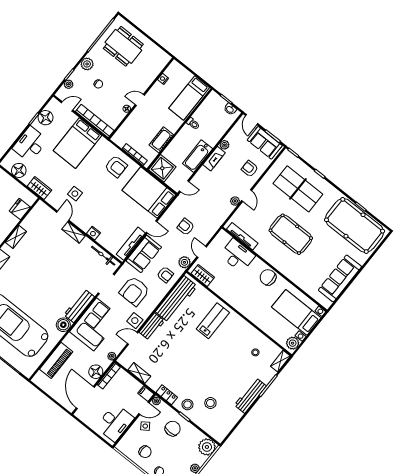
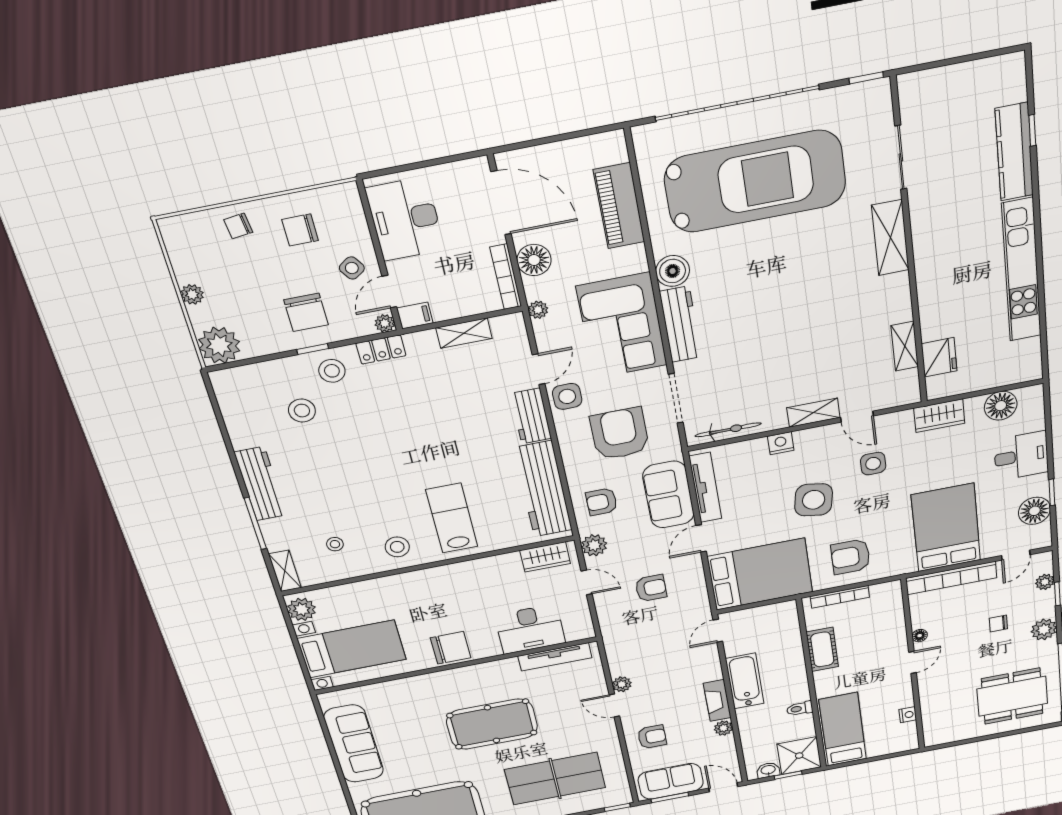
desk: (30, 144) -> (1021, 456), width x0.73
shower: (162, 168) -> (799, 756), moved
side table: (105, 201) -> (814, 500), added
shelving: (16, 237) -> (905, 346), moved
lab bench: (213, 321) -> (452, 518), turned 180
stool: (240, 330) -> (397, 547), added

